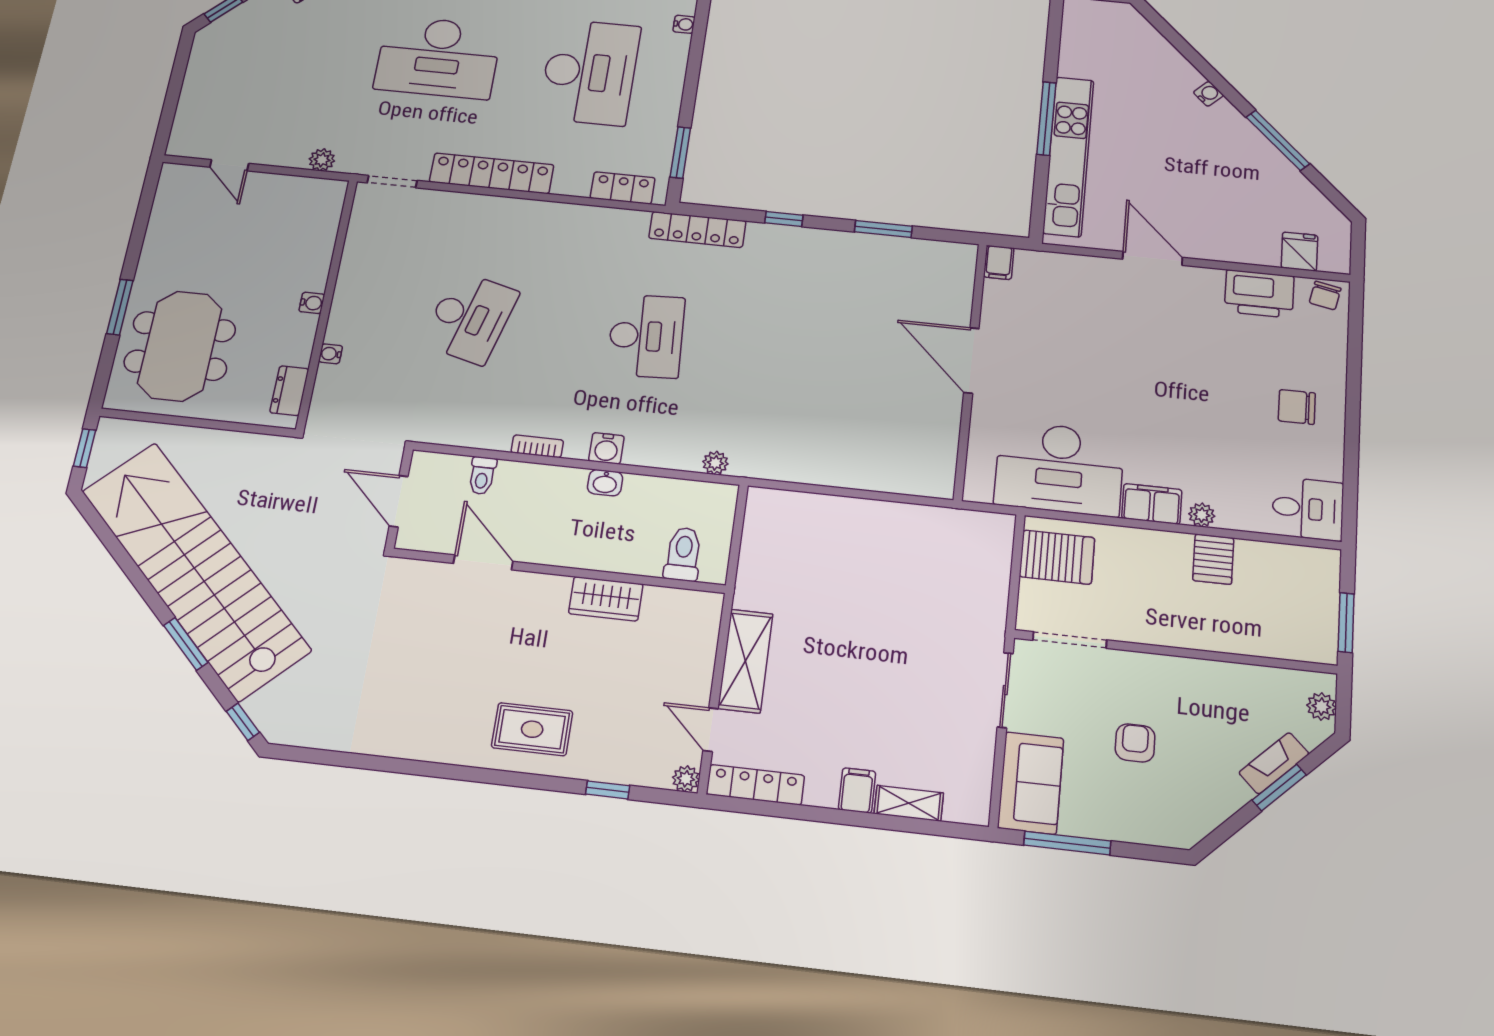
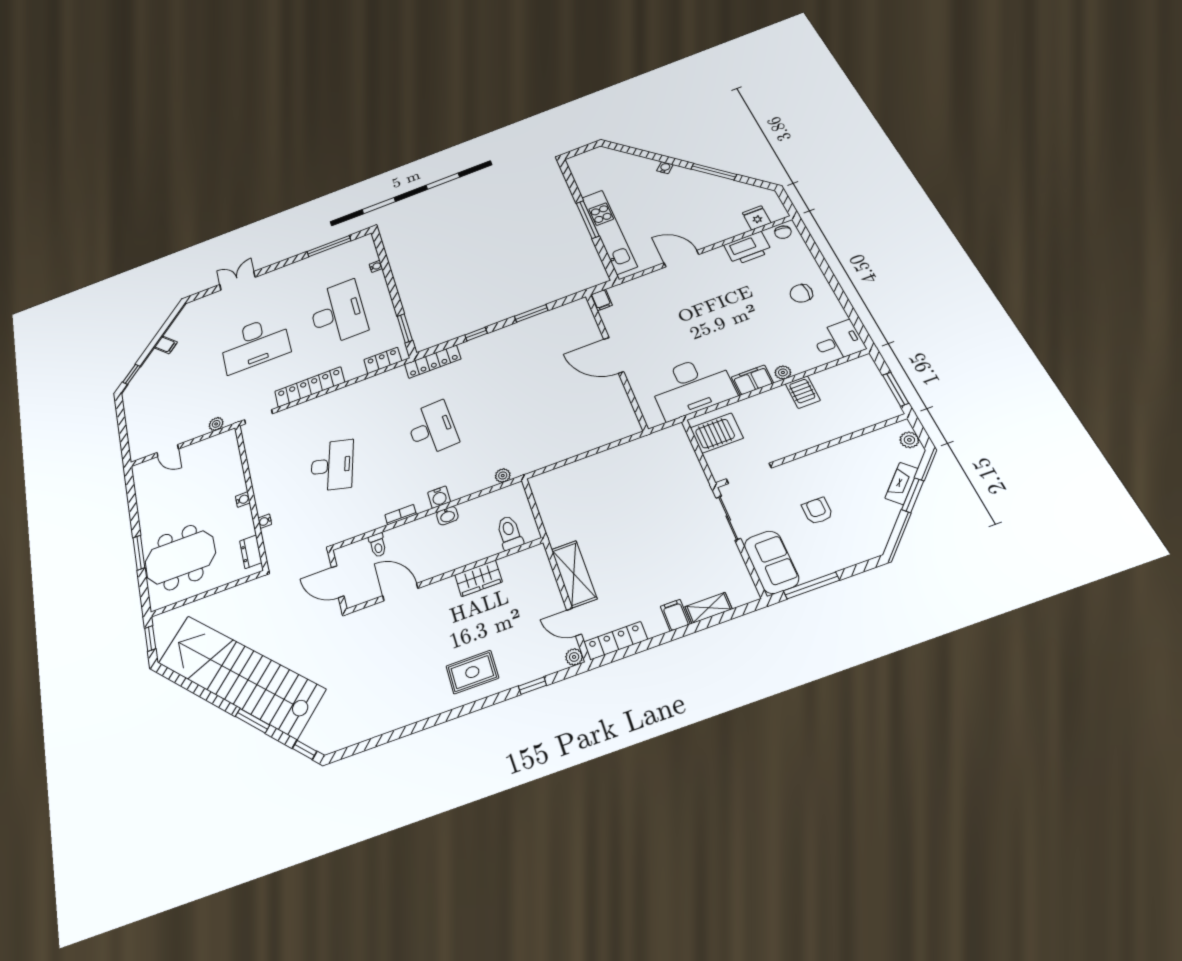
meeting table: (180, 346) -> (180, 557), turned 90

